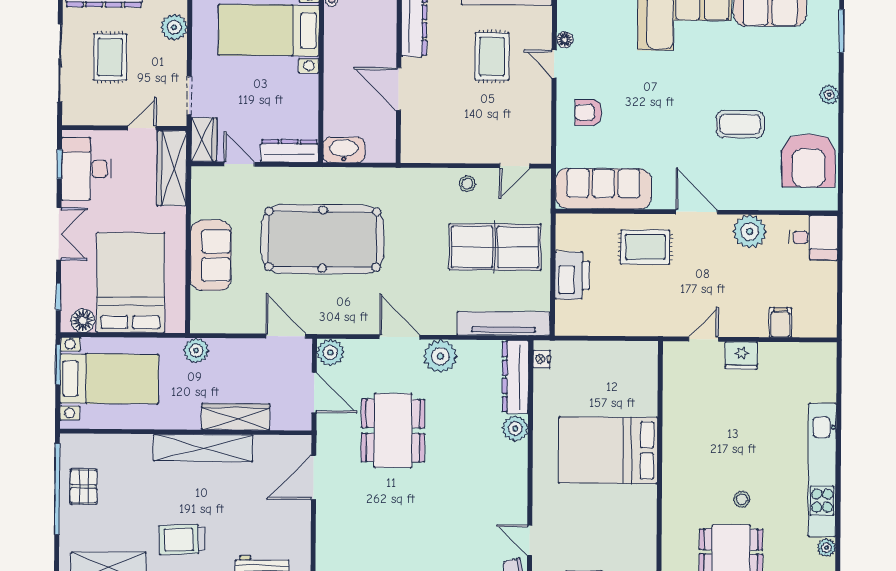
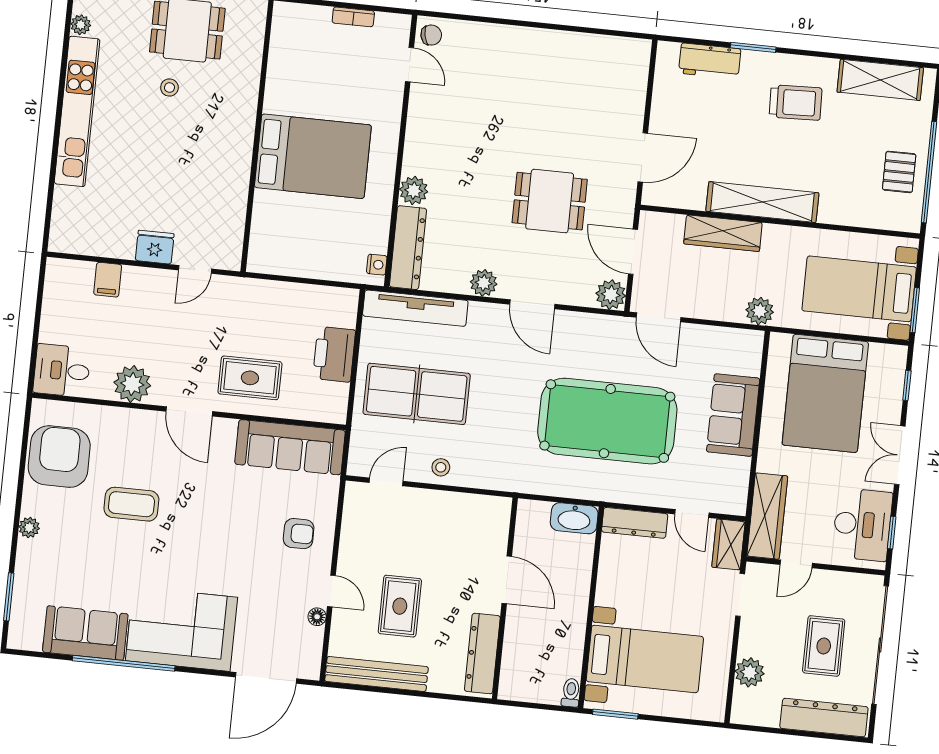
sliding door: (60, 63) -> (880, 645), width x1.36
floor lamp: (83, 321) -> (882, 356), removed
plant: (440, 356) -> (484, 283), width x0.73, depth x0.73
dining table: (393, 431) -> (550, 201), width x0.73

